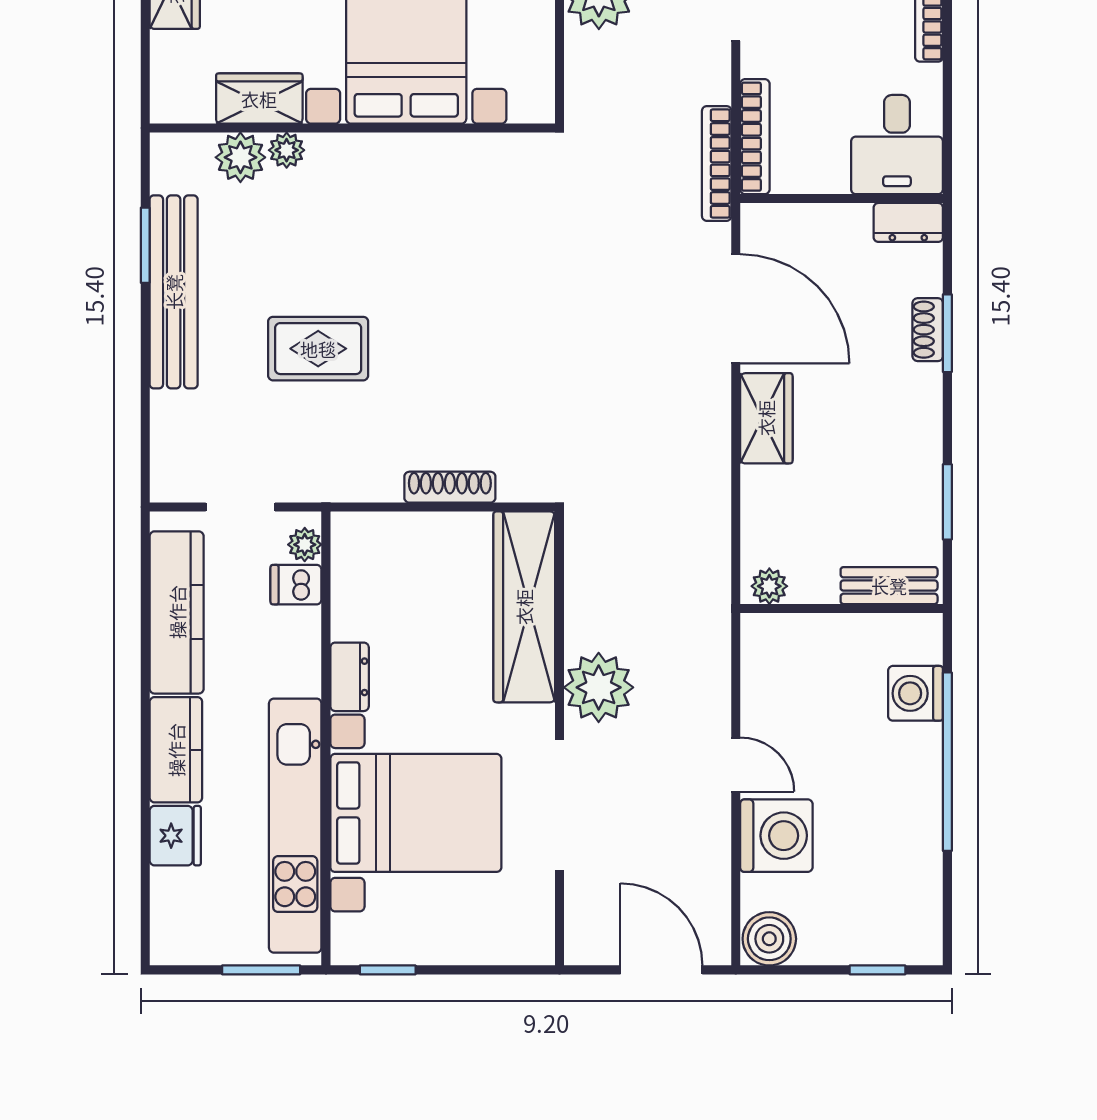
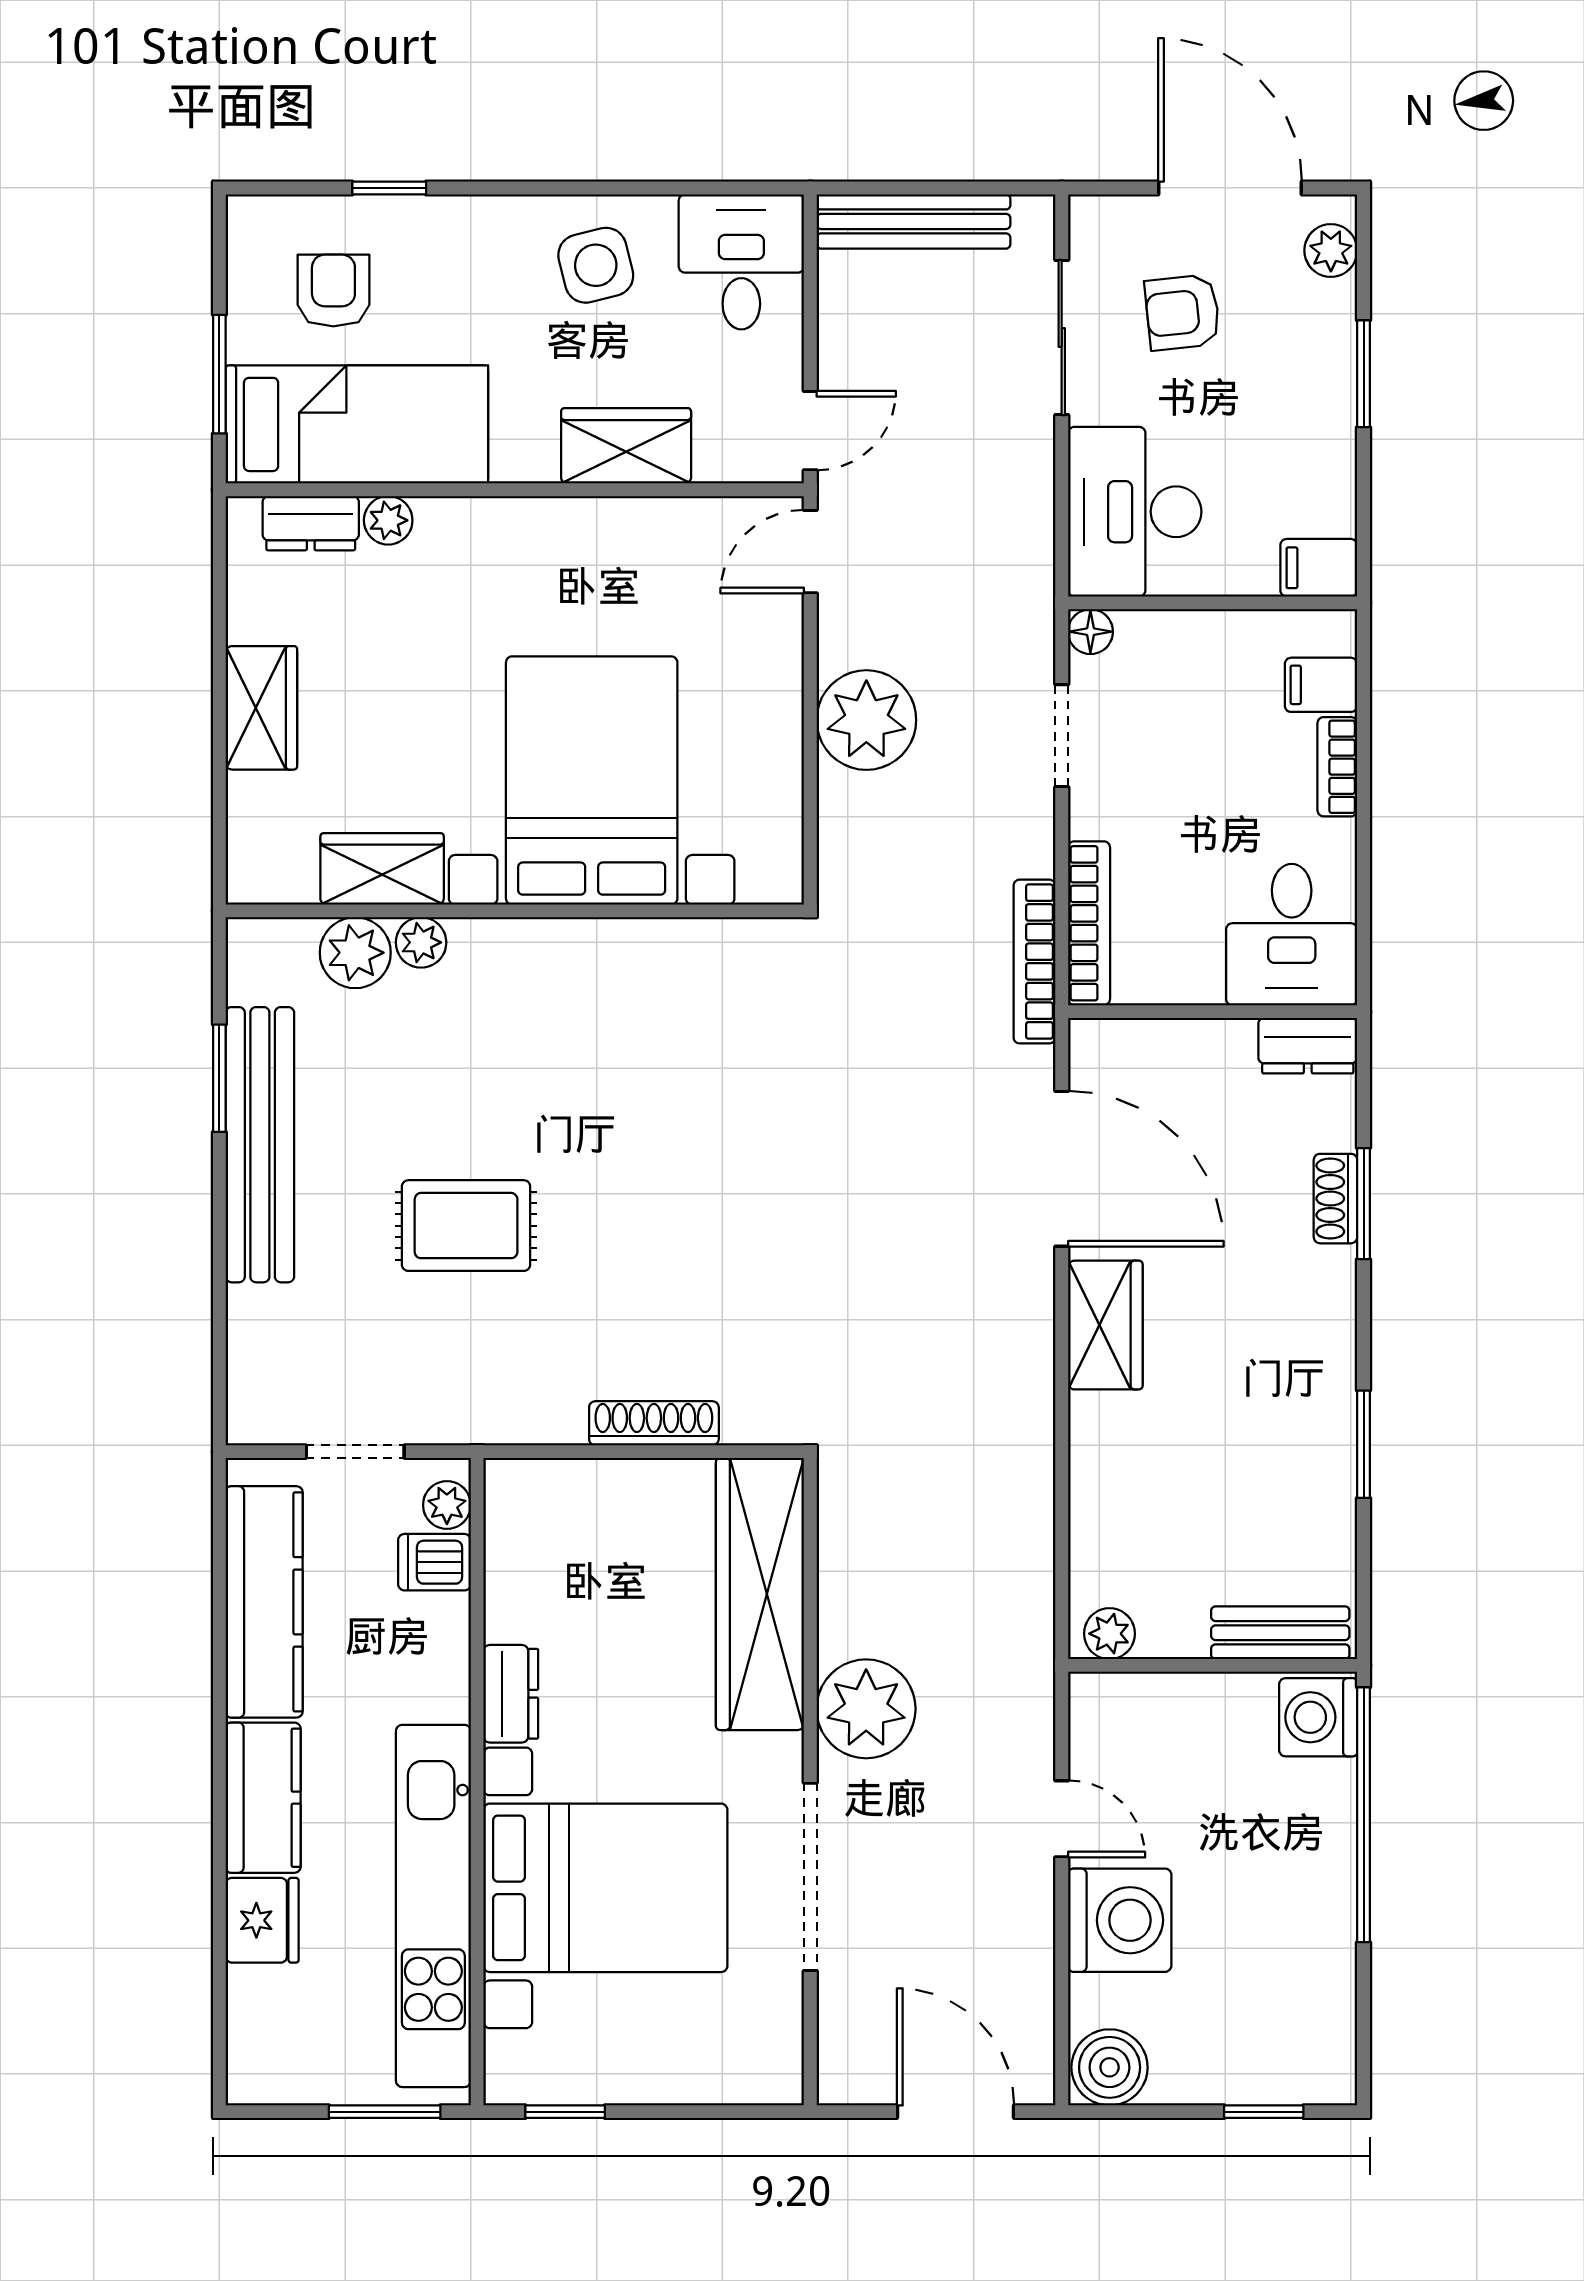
plant: (769, 586) -> (1109, 1634), moved
bench: (889, 586) -> (1280, 1633), moved
wall: (842, 608) -> (1213, 1665), moved

